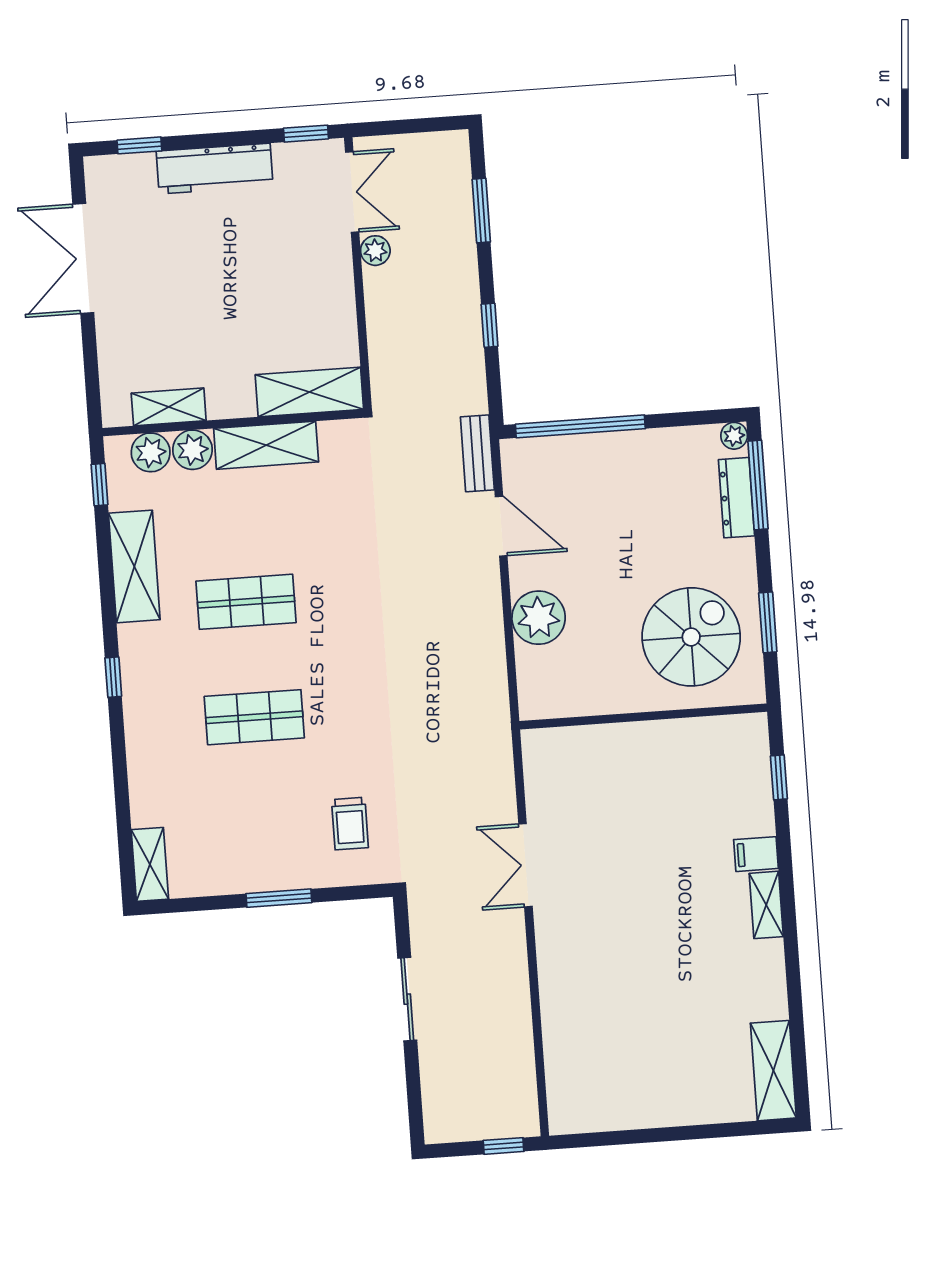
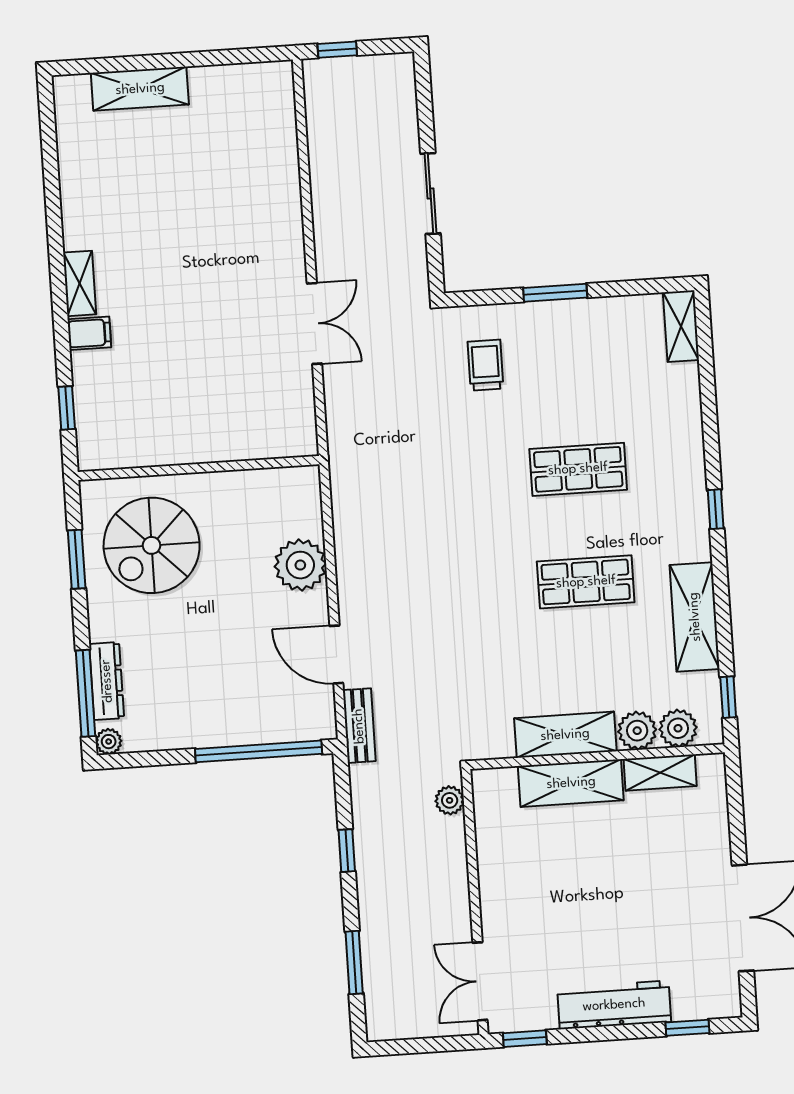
plant: (375, 251) -> (450, 800), moved
shelving: (309, 392) -> (571, 783), moved
shelving: (773, 1071) -> (140, 89), moved, turned 90

